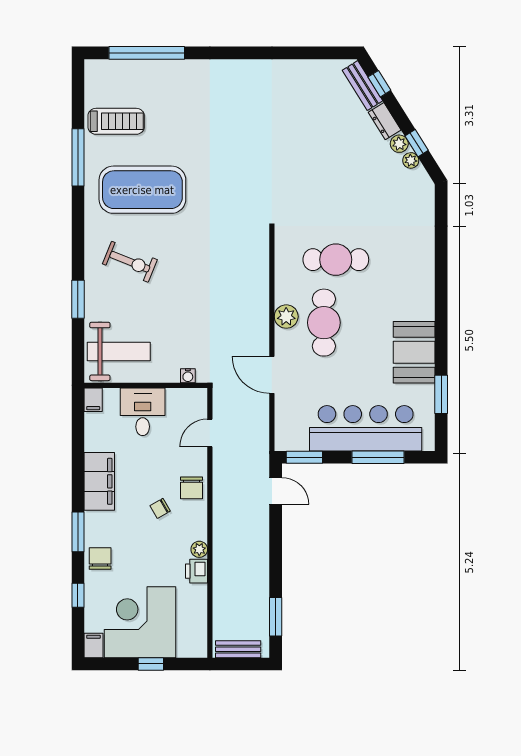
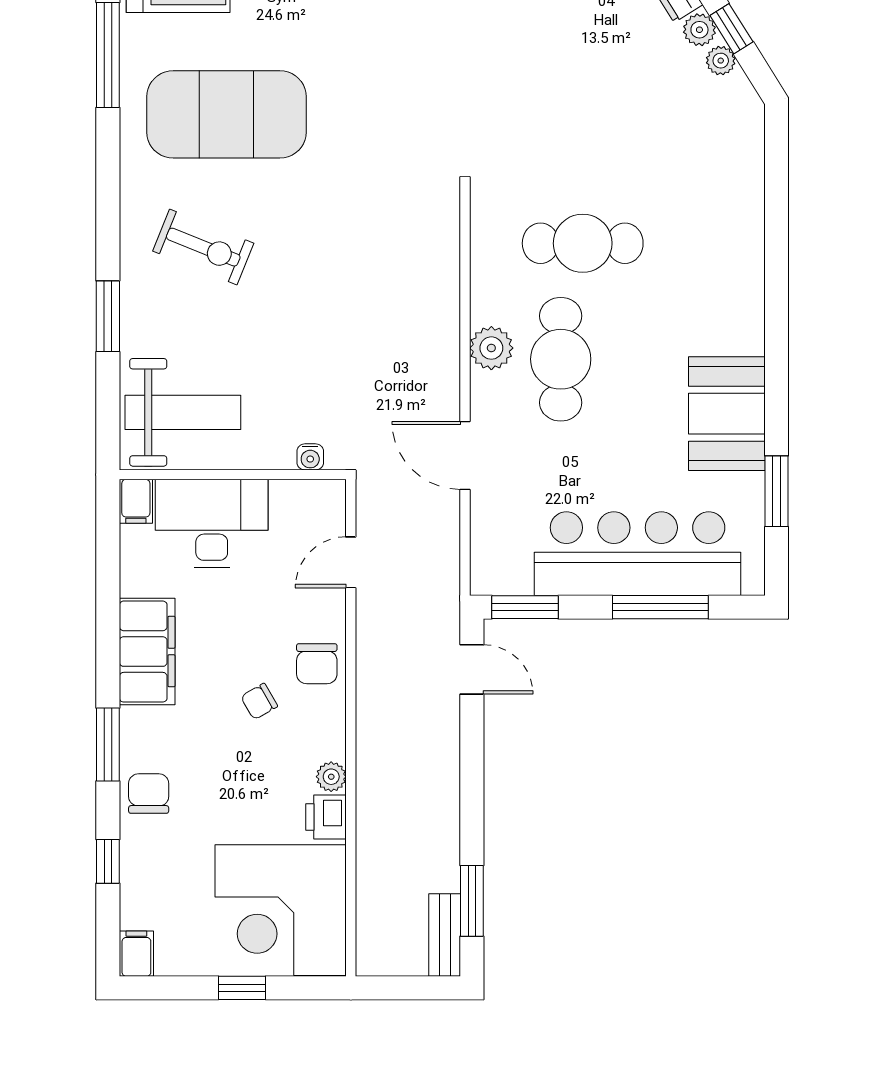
desk: (143, 412) -> (212, 523), width x1.37
corner desk: (140, 622) -> (281, 910), moved, turned -90
bench: (238, 649) -> (445, 935), moved, turned 90

